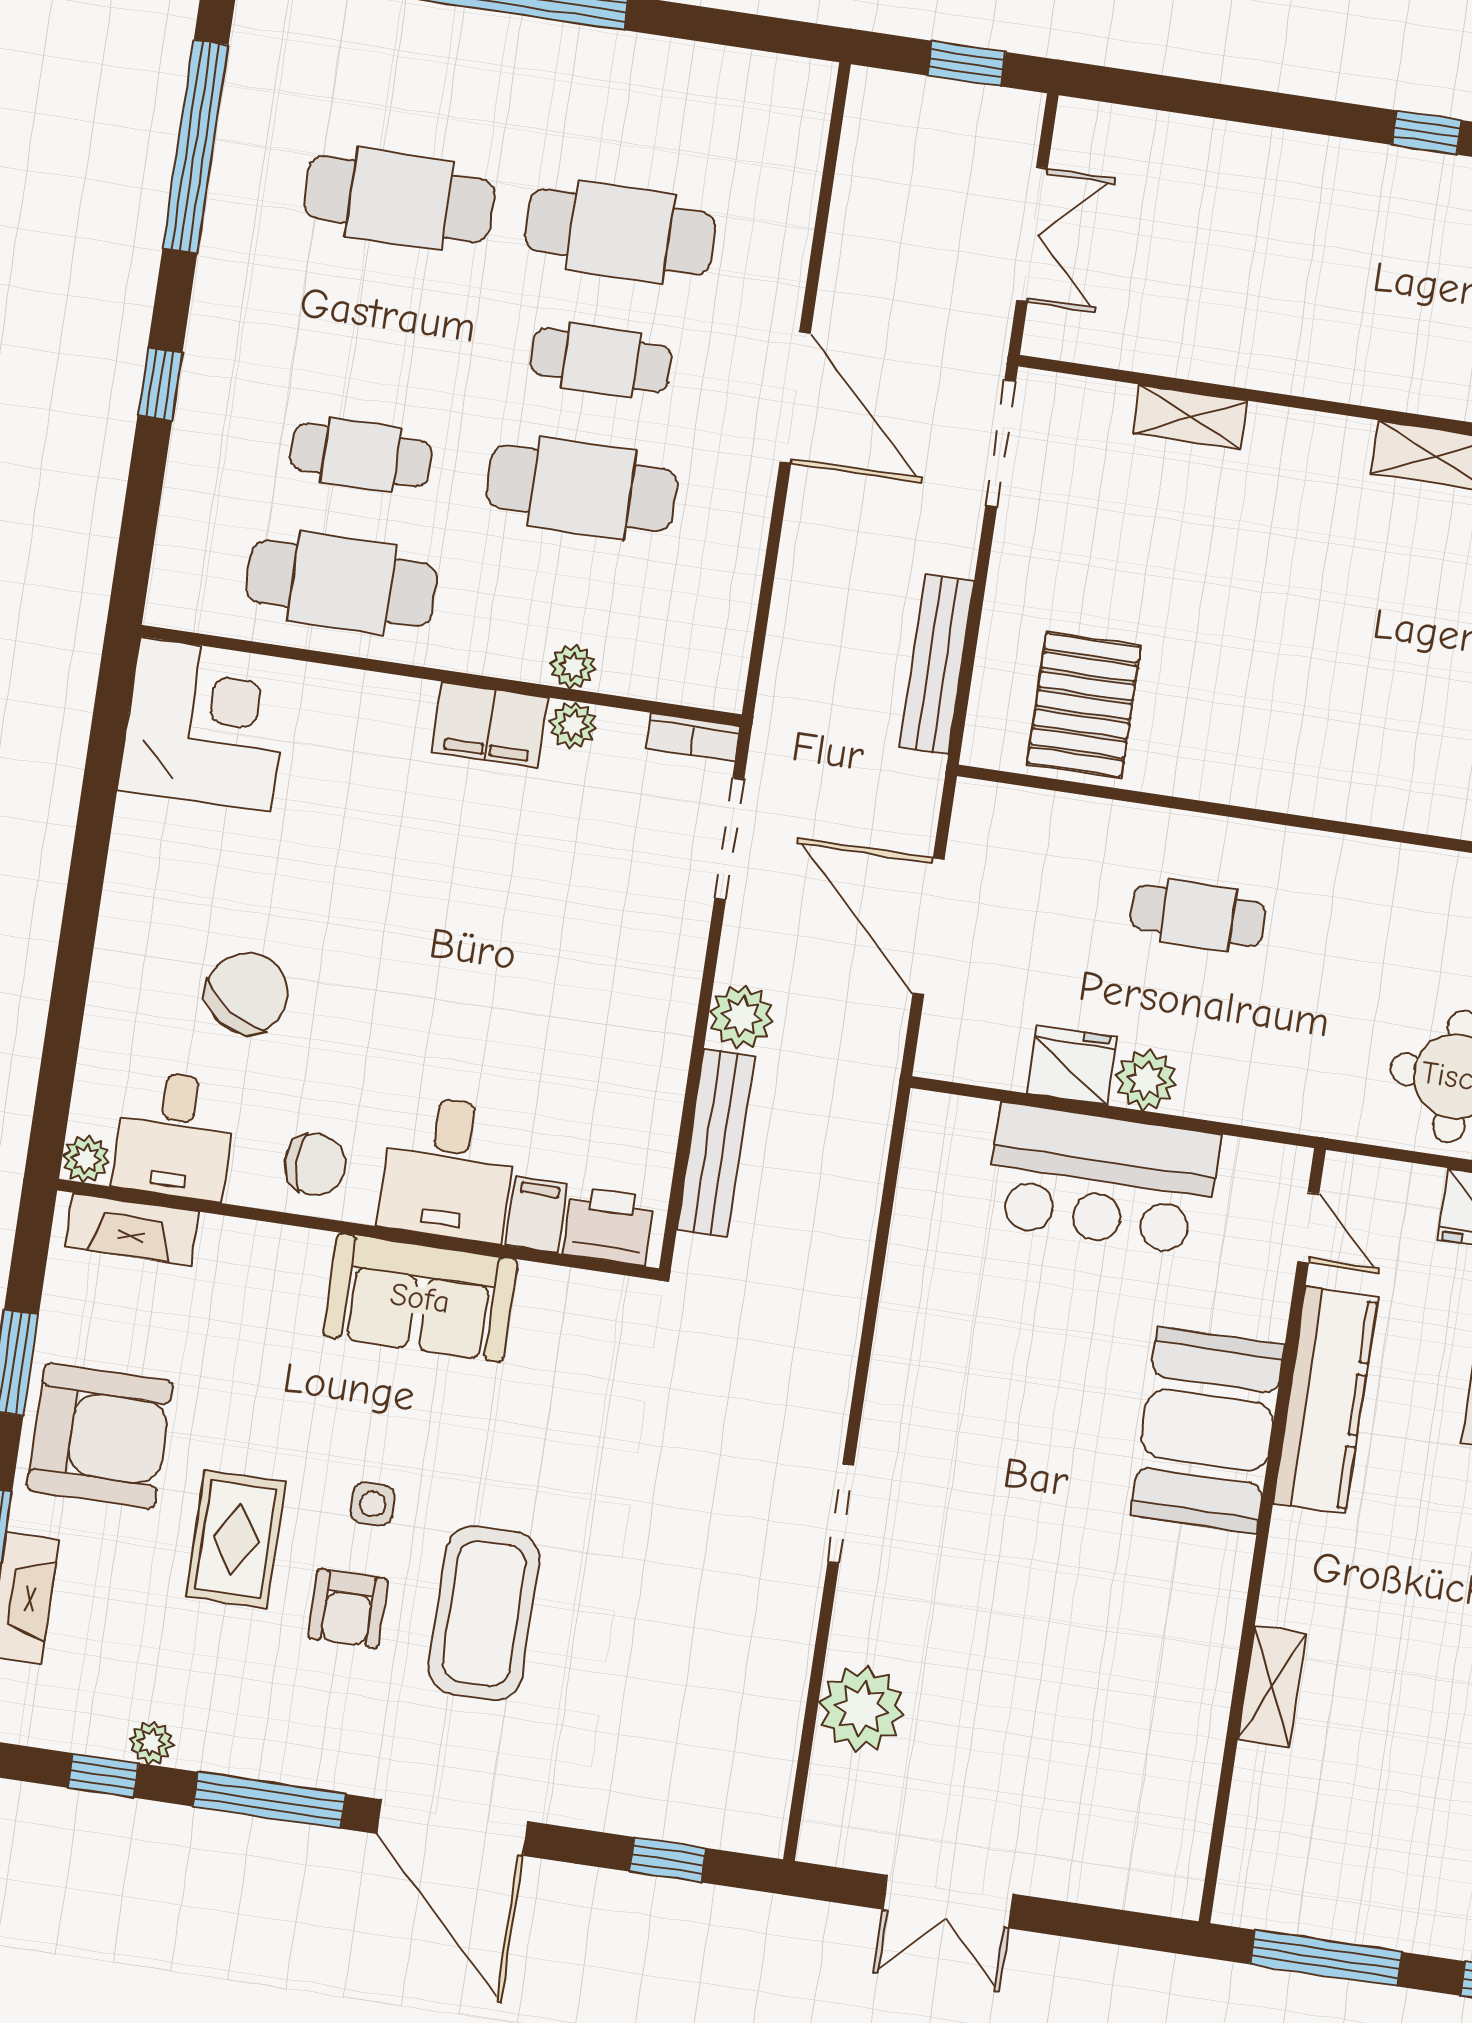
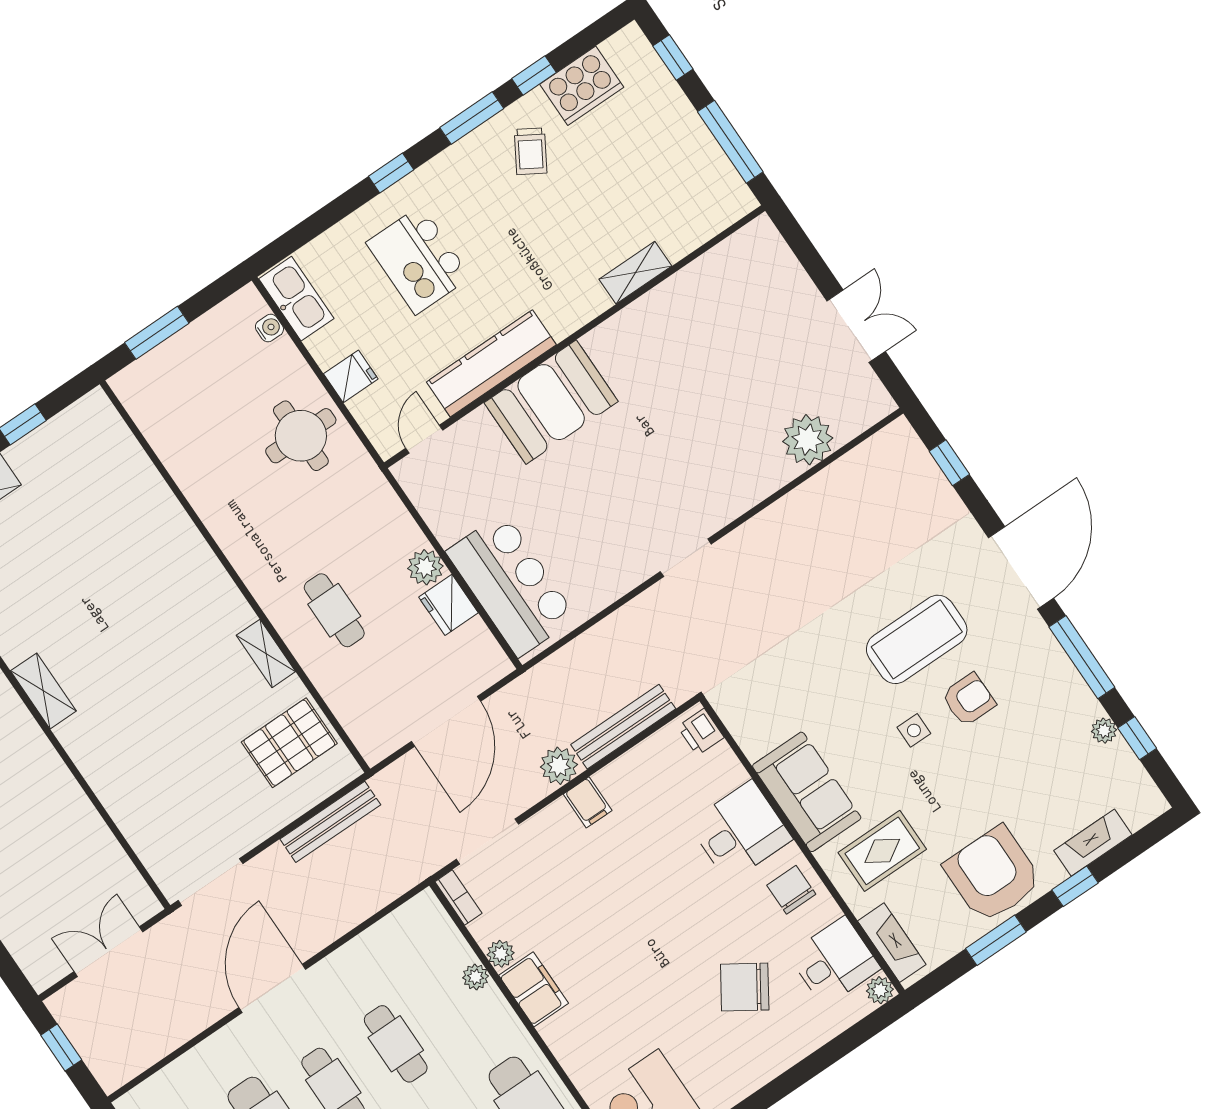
shelving: (1190, 417) -> (266, 653), moved
cafe table: (582, 488) -> (396, 1044), width x0.73, depth x0.74
bar counter: (1102, 1179) -> (511, 585), moved
filing cabinet: (537, 1214) -> (588, 802), moved, turned -90
printer: (609, 1226) -> (701, 732), width x0.73, depth x0.81
doorway: (841, 1514) -> (686, 558), moved
rug: (236, 1539) -> (882, 851), moved

